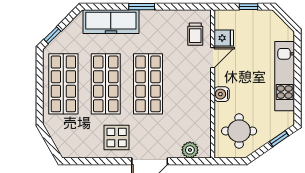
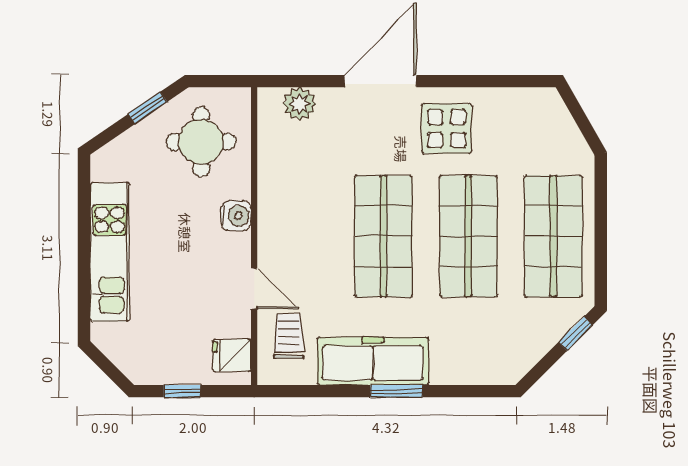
freezer: (111, 22) -> (373, 361), moved
fridge: (224, 38) -> (232, 355), moved
door: (213, 58) -> (254, 289), swing flipped
window: (279, 139) -> (148, 108), moved

